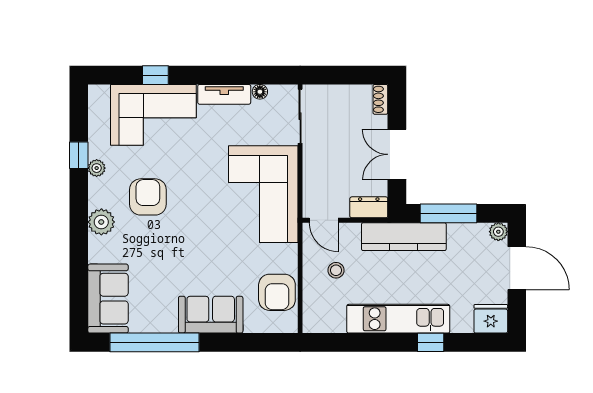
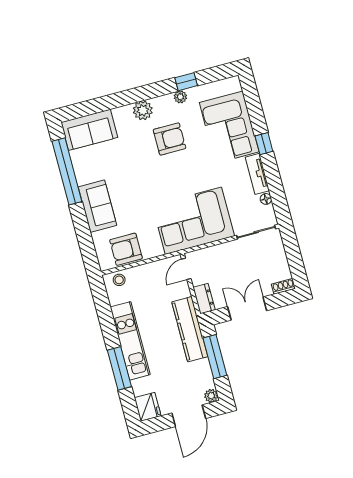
window: (155, 75) -> (264, 144), moved
stool: (336, 270) -> (119, 280), moved
window: (431, 342) -> (119, 368), width x2.17

